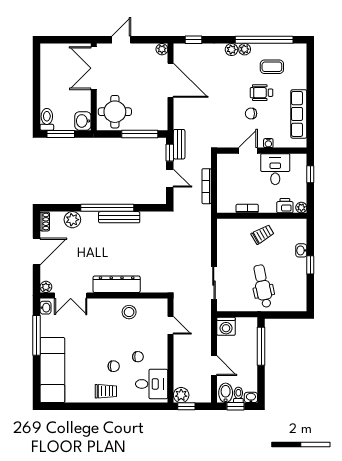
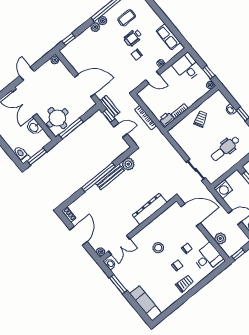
door: (171, 80) -> (84, 86), moved
row of seats: (299, 114) -> (168, 37), width x0.68
washbasin: (83, 121) -> (34, 127), moved
window: (140, 134) -> (71, 128), moved
door: (248, 151) -> (153, 77), swing flipped
desk: (275, 169) -> (187, 67), moved
window: (310, 174) -> (208, 72), moved
printer: (285, 206) -> (167, 119), moved
plant: (72, 220) -> (128, 164), moved
dresser: (117, 284) -> (150, 209), moved
dental chair: (263, 286) -> (225, 149), turned -78
stool: (129, 312) -> (158, 248), moved
door: (171, 325) -> (191, 215), width x1.87
window: (37, 335) -> (118, 284), width x0.69
exam couch: (52, 370) -> (146, 303), width x0.73, depth x0.69
plant: (181, 395) -> (220, 238), moved

